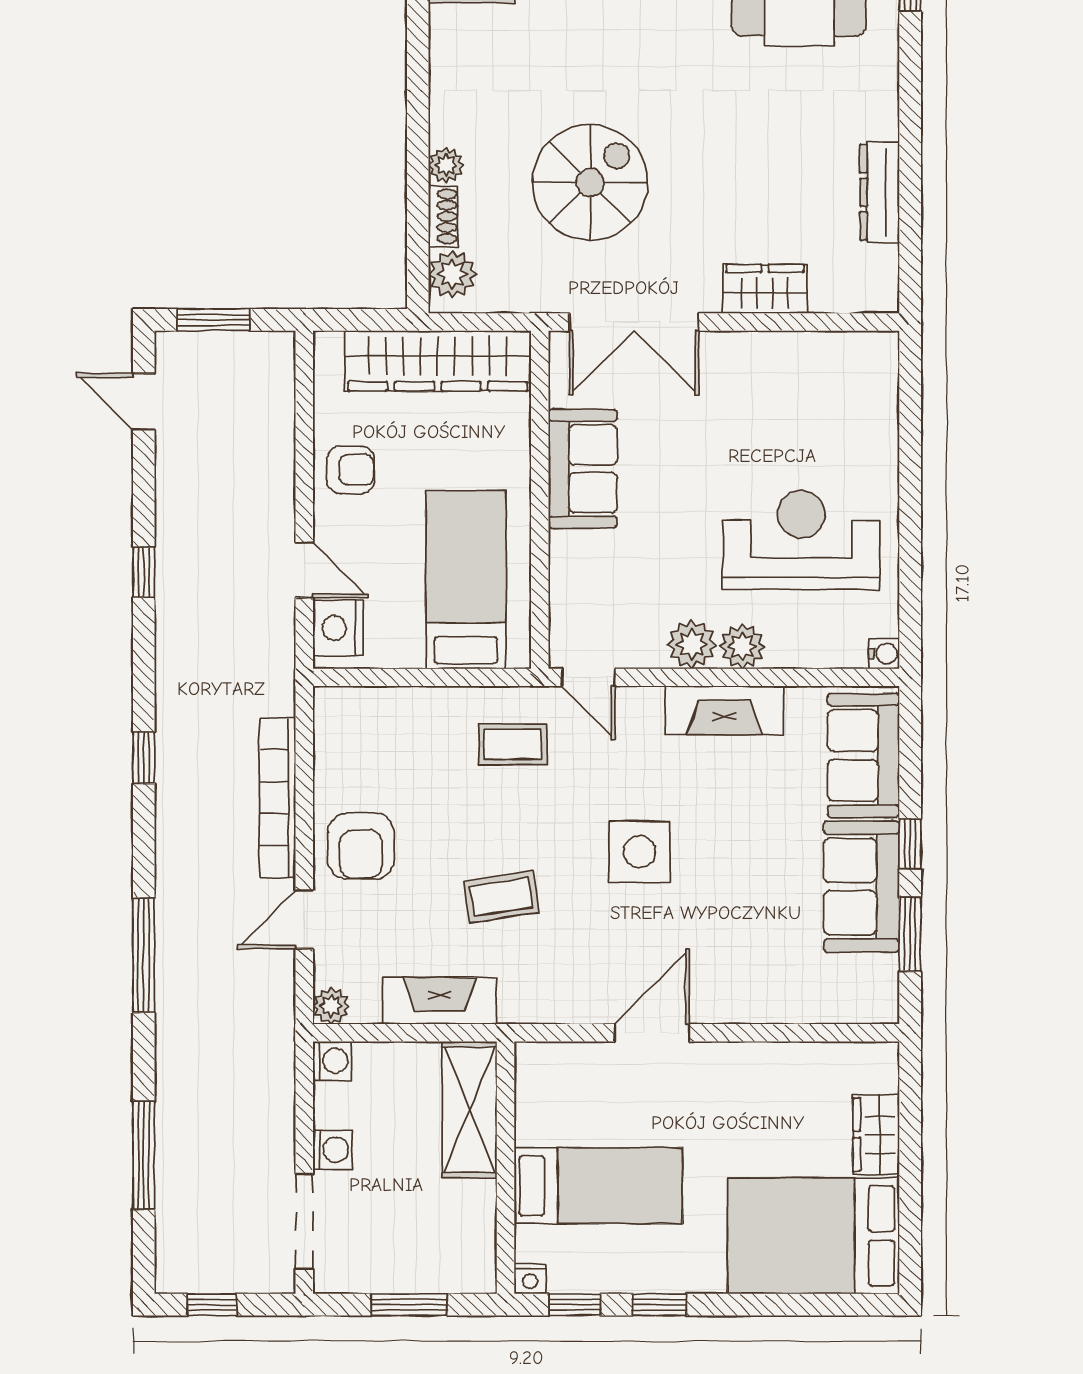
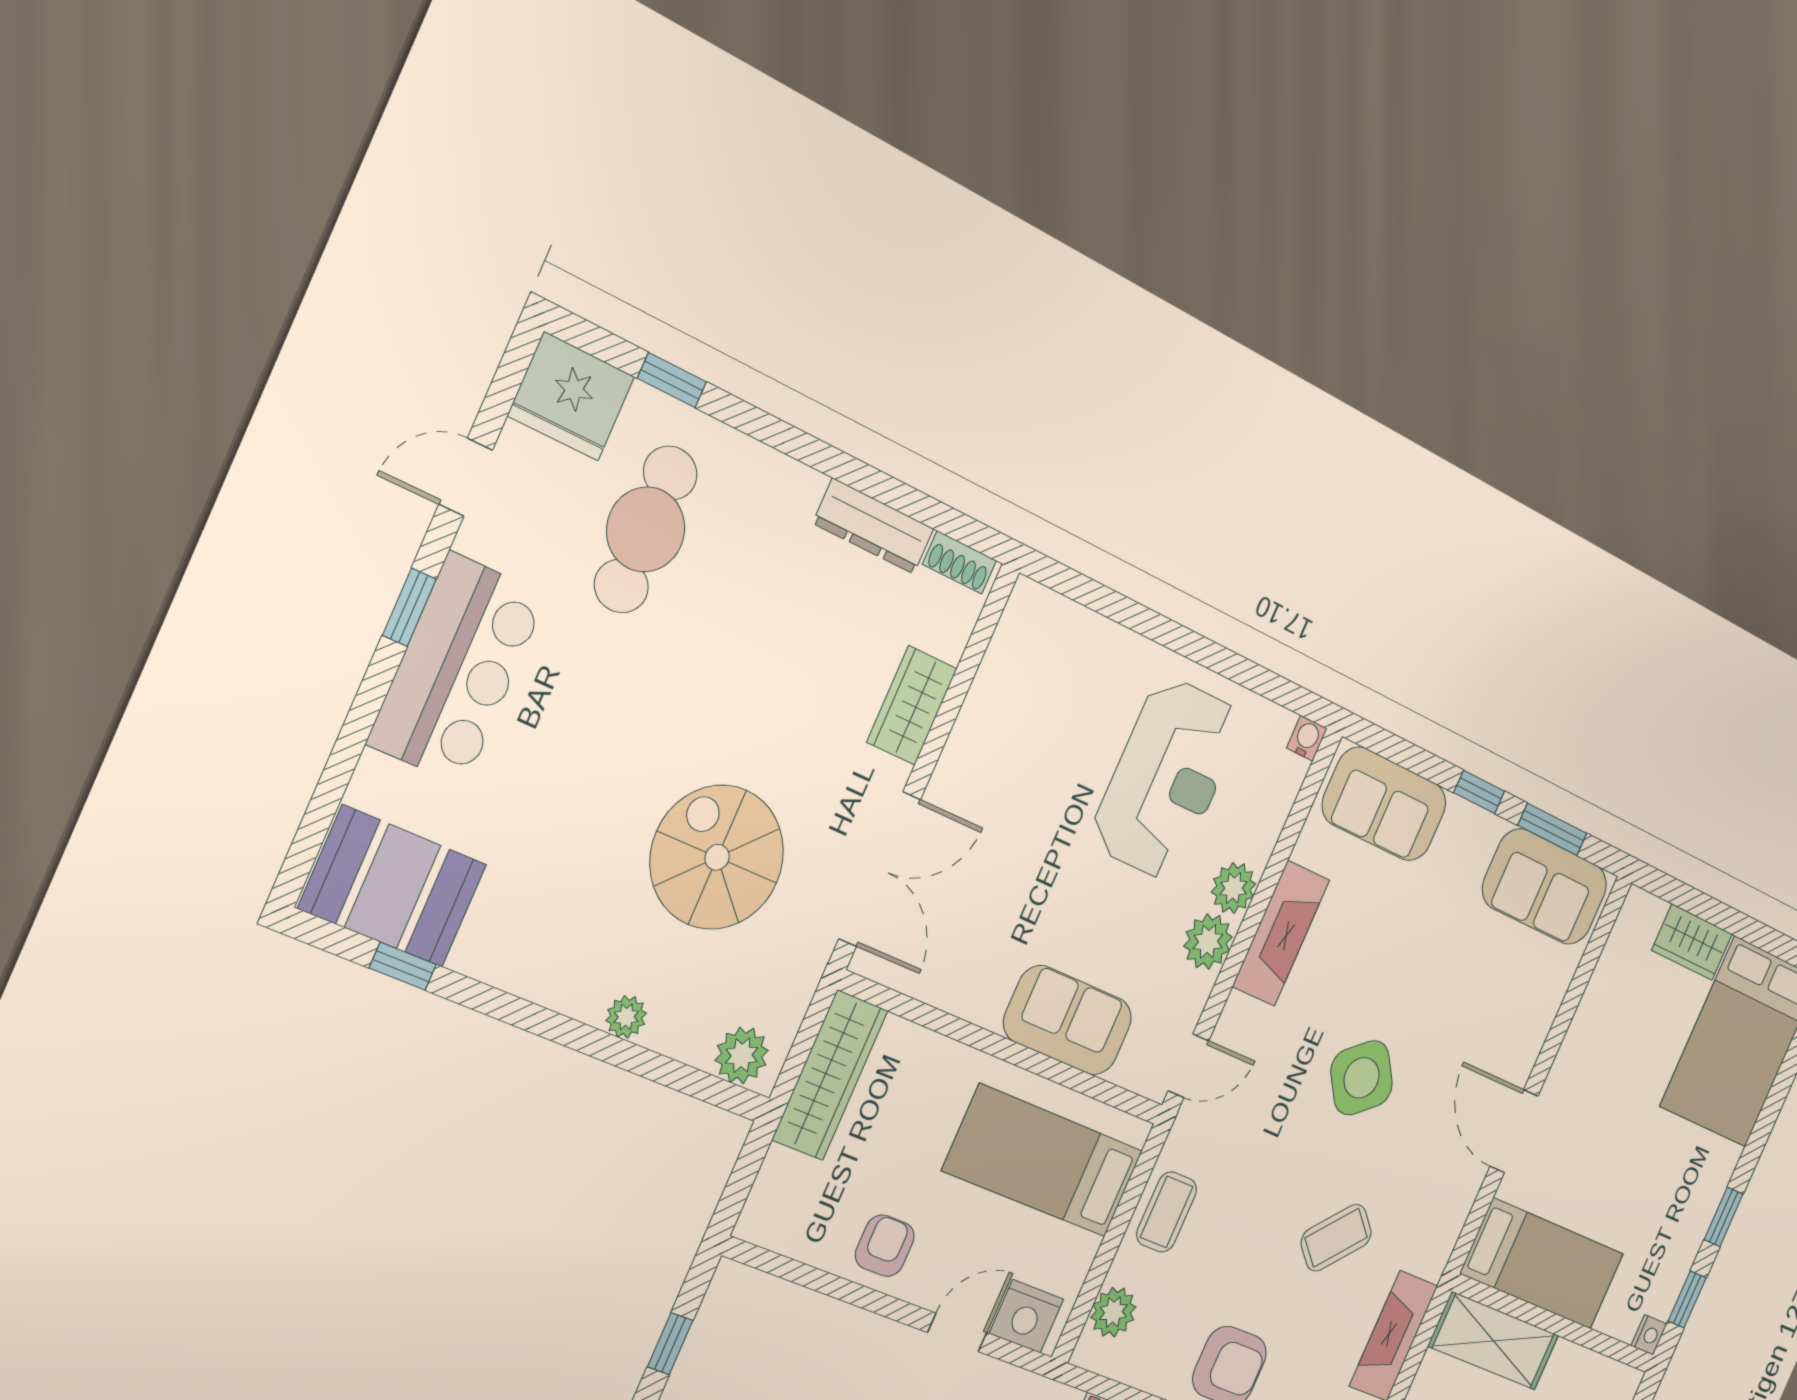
shoe rack: (443, 216) -> (959, 562), moved, turned 180
window: (214, 320) -> (670, 1344), width x0.67
wardrobe: (438, 361) -> (830, 1075), width x0.71, depth x0.85
sofa: (583, 469) -> (1068, 1020), moved
reception desk: (801, 540) -> (1167, 779), turned 180
plant: (368, 709) -> (1113, 1312), added
coffee table: (513, 744) -> (1167, 1212), moved
side table: (639, 852) -> (1362, 1078), turned -37
sofa: (861, 887) -> (1545, 887), moved
coffee table: (501, 897) -> (1336, 1238), turned 53
bed: (598, 1186) -> (1542, 1264), moved, turned 90

